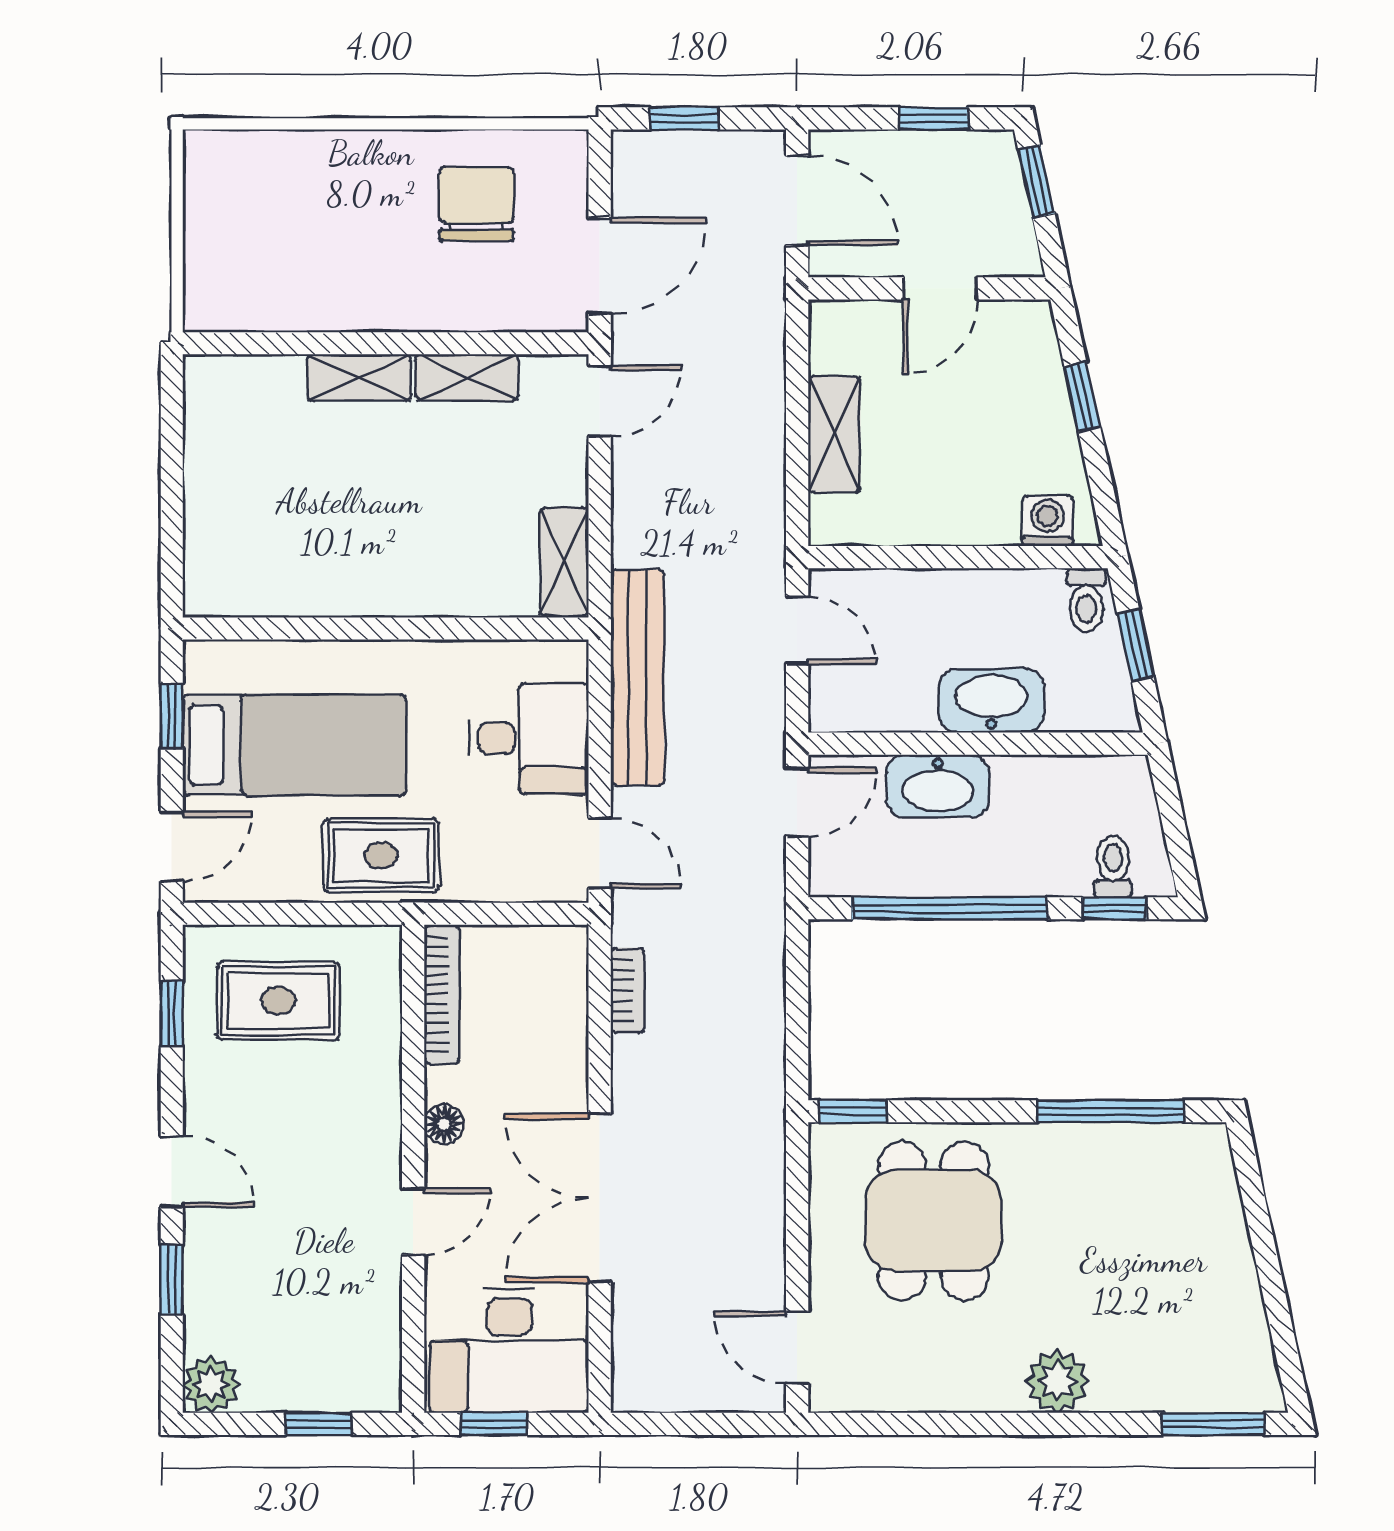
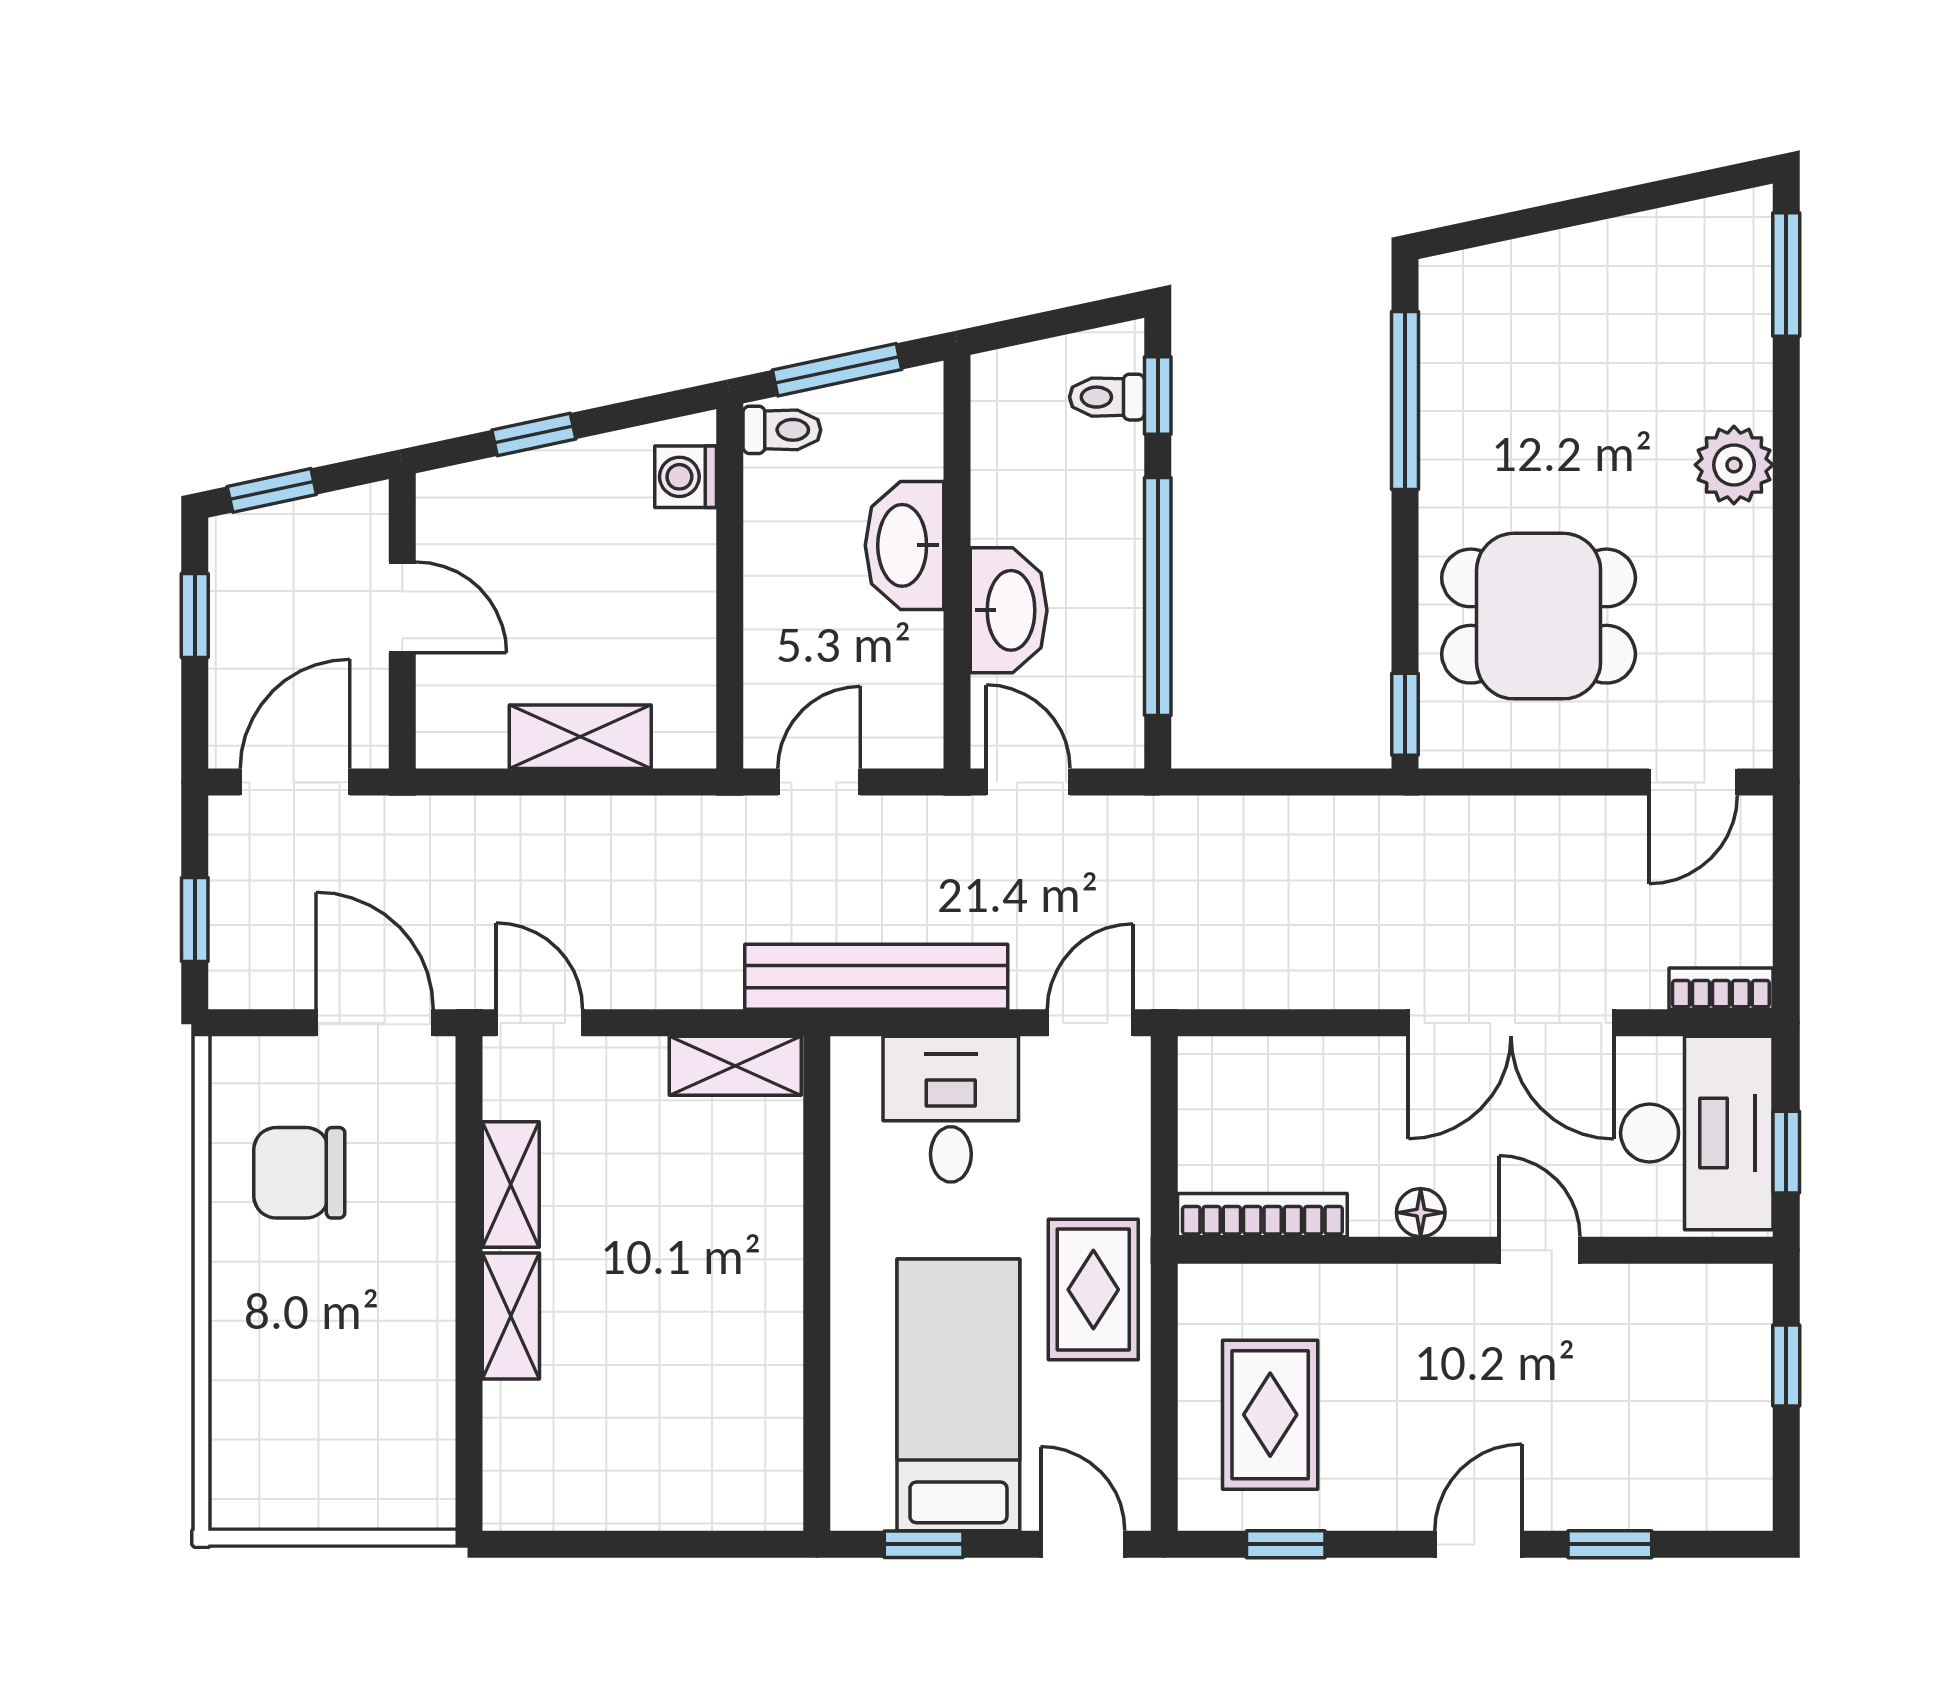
window: (1135, 645) -> (837, 370), width x1.50
bookcase: (628, 990) -> (1721, 989), moved
plant: (211, 1385) -> (1738, 1496), removed

